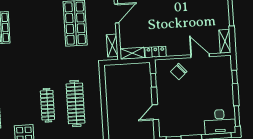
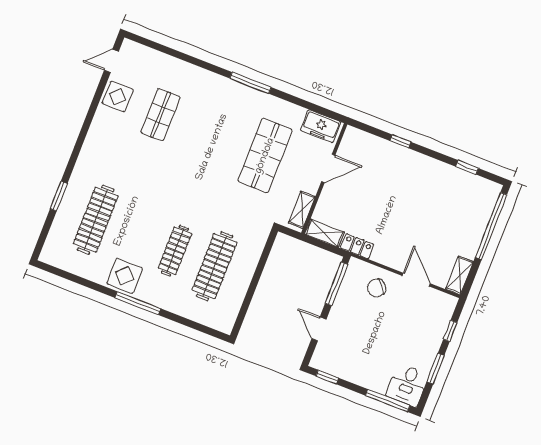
window: (153, 80) -> (336, 284), width x2.17
door: (155, 112) -> (319, 329), hinge flipped
window: (237, 116) -> (435, 369), moved
desk: (220, 122) -> (407, 385), width x0.73

